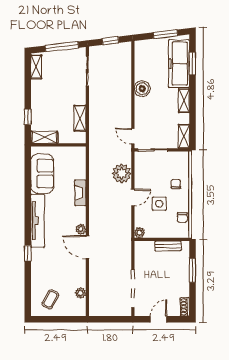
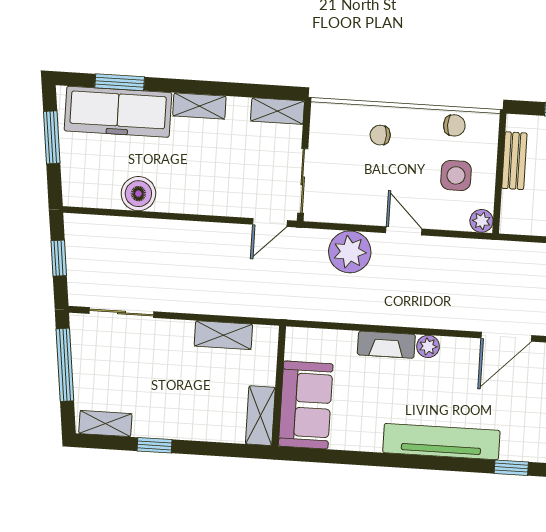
boiler: (142, 89) -> (138, 194), moved
window: (28, 117) -> (154, 445), moved
sofa: (42, 174) -> (306, 405), moved, turned 90
side table: (159, 204) -> (456, 175), moved
plant: (81, 229) -> (428, 346), moved

